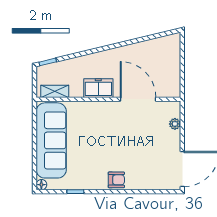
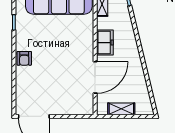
shelving: (174, 69) -> (121, 109), added
plant: (175, 124) -> (73, 110), removed

